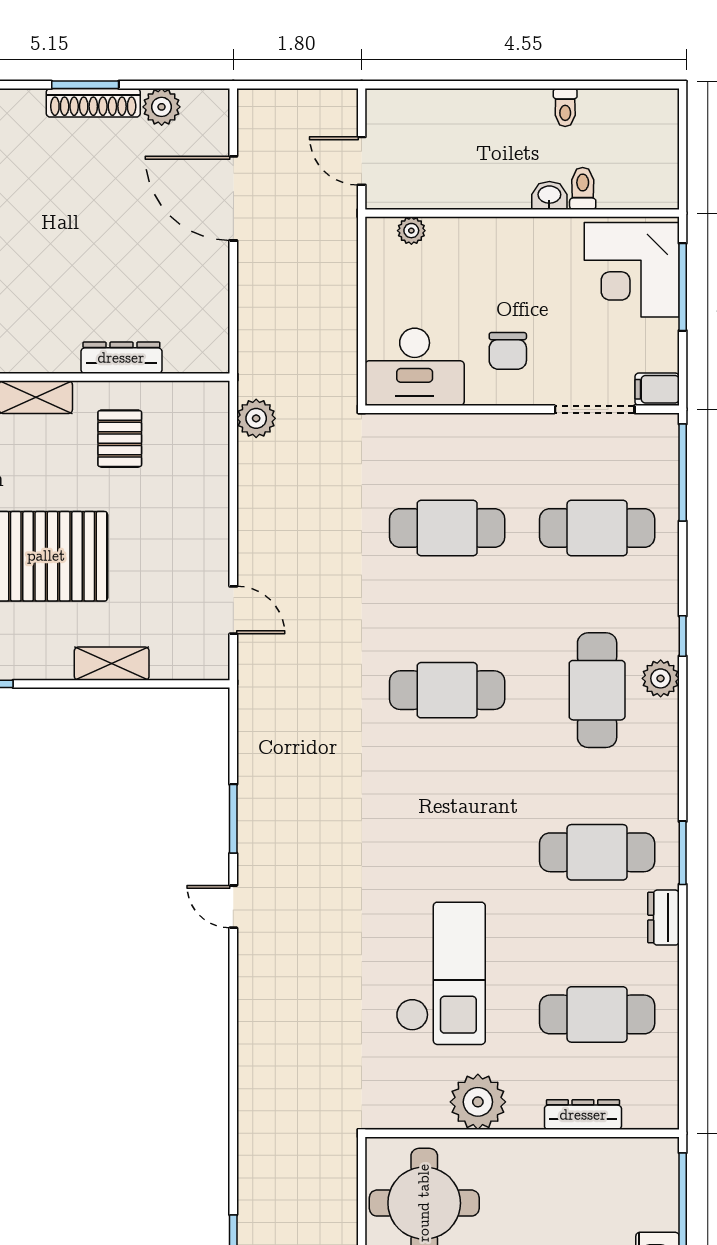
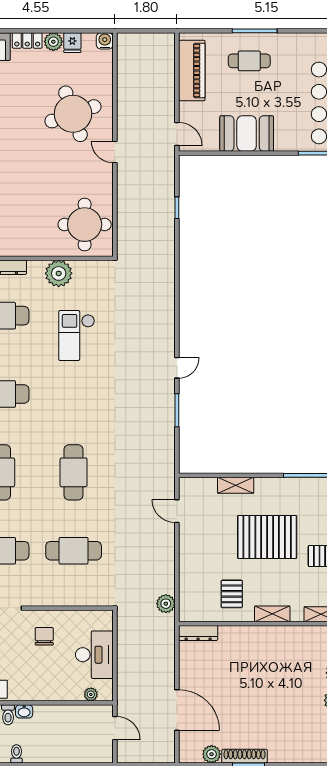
dresser: (121, 358) -> (198, 633), moved
desk: (415, 367) -> (94, 655), moved, turned 90
cafe table: (447, 690) -> (74, 472), turned 90
door: (233, 907) -> (177, 368), hinge flipped
checkout: (441, 973) -> (77, 336), width x0.73, depth x0.83

